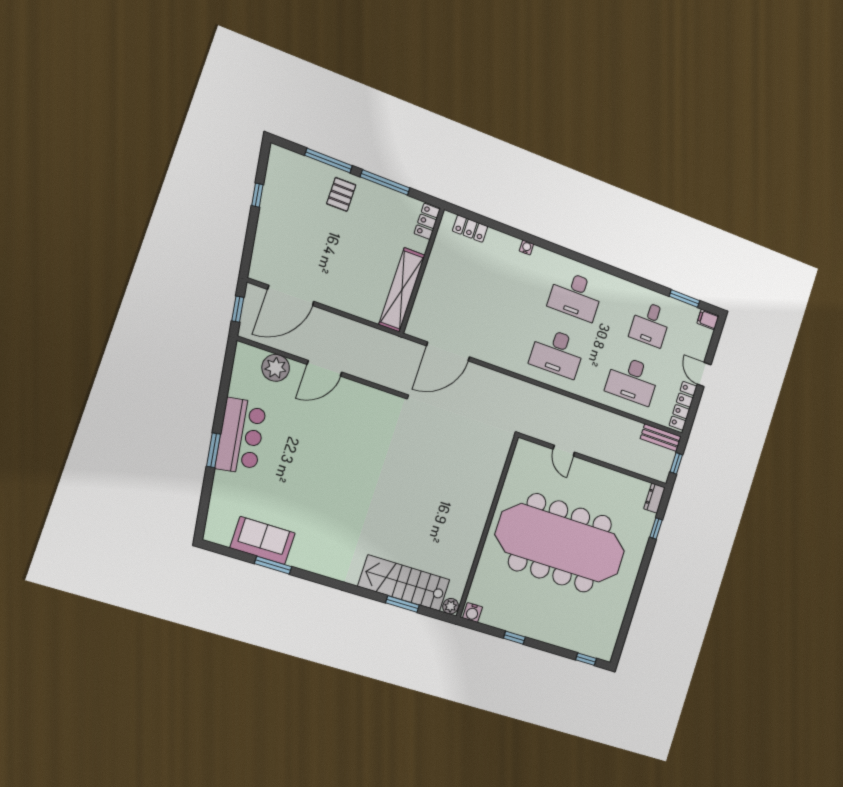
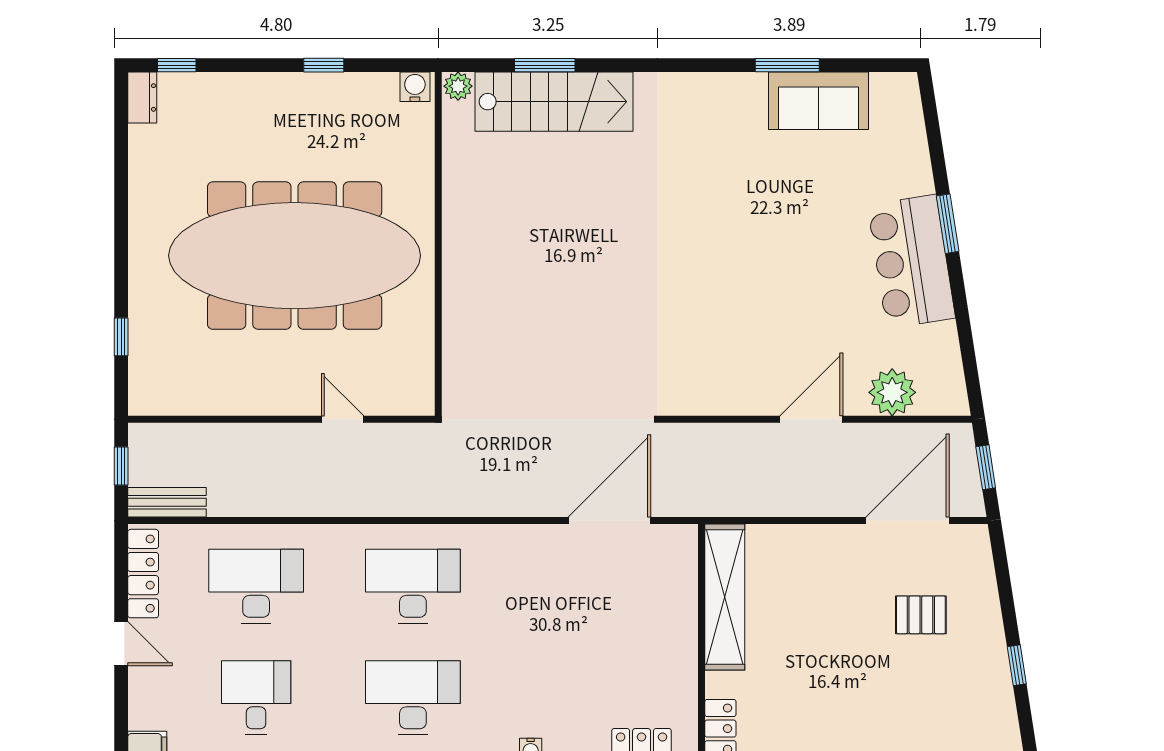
pallet: (341, 194) -> (921, 615), moved, turned 90
dresser: (655, 498) -> (142, 97), moved

